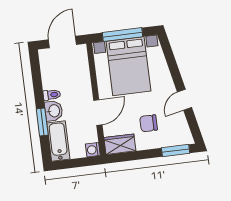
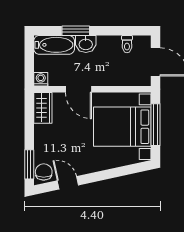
toilet: (52, 95) -> (127, 44), moved
door: (185, 100) -> (68, 183), moved
chair: (149, 123) -> (44, 172), moved

